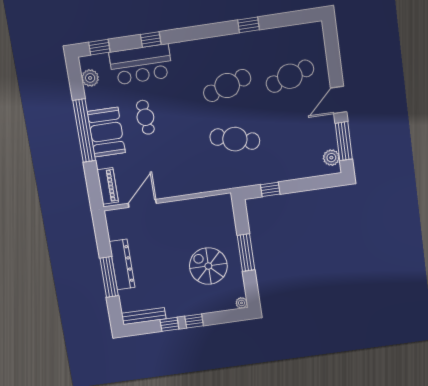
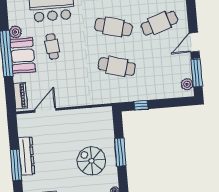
plant: (90, 78) -> (15, 32), moved
cafe table: (227, 86) -> (113, 27), turned 33

